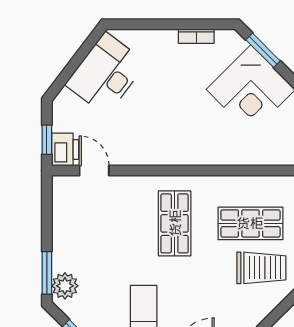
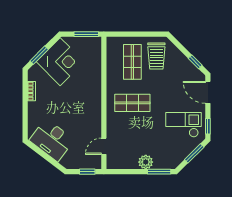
printer: (65, 149) -> (93, 162), removed
trolley: (261, 268) -> (156, 56), turned 180
plant: (65, 286) -> (146, 162), moved

